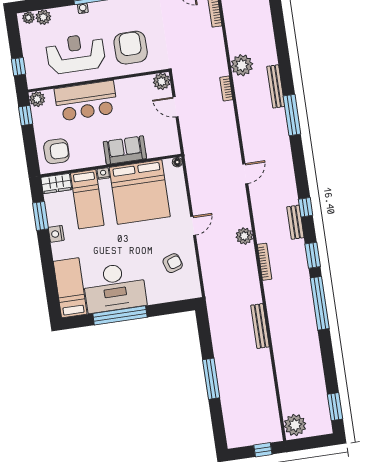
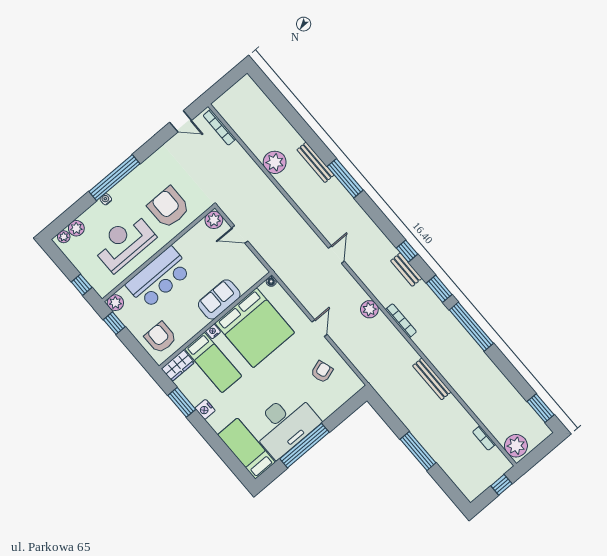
bookcase: (226, 89) -> (484, 438), moved
armchair: (56, 151) -> (160, 338), turned -90

